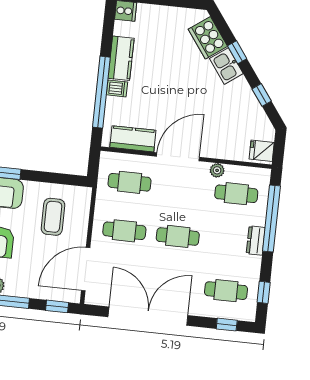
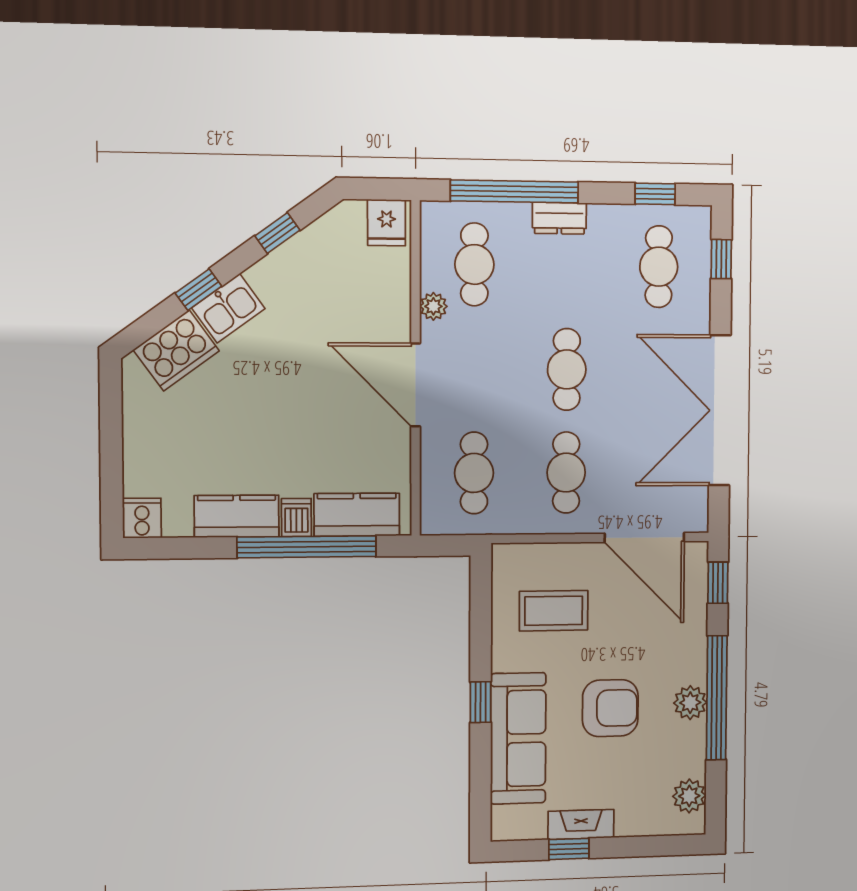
kitchen counter: (133, 139) -> (357, 515), moved, turned 90

